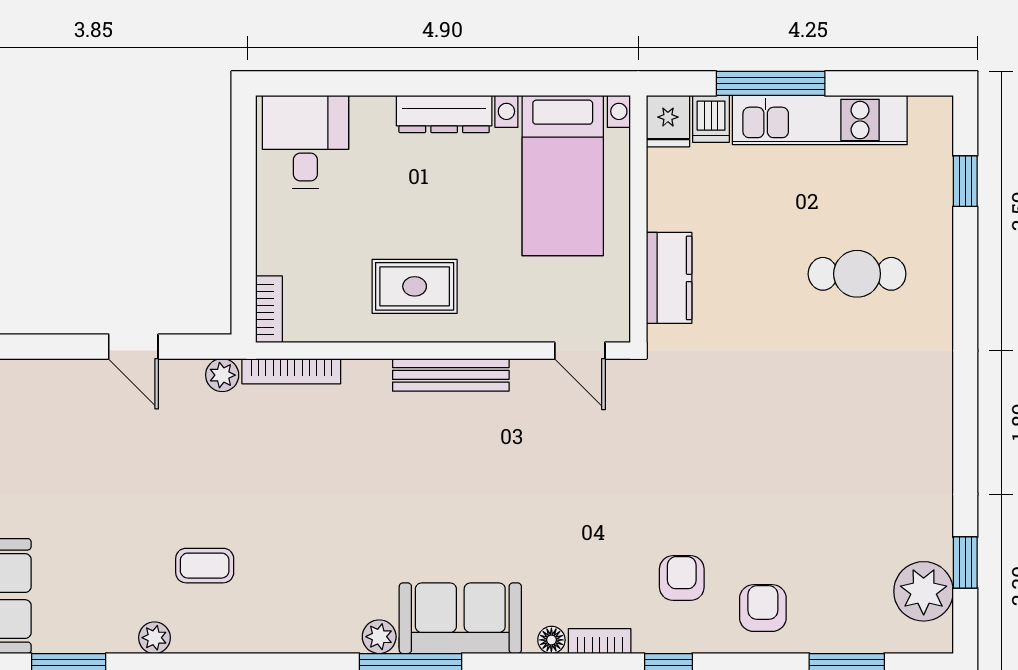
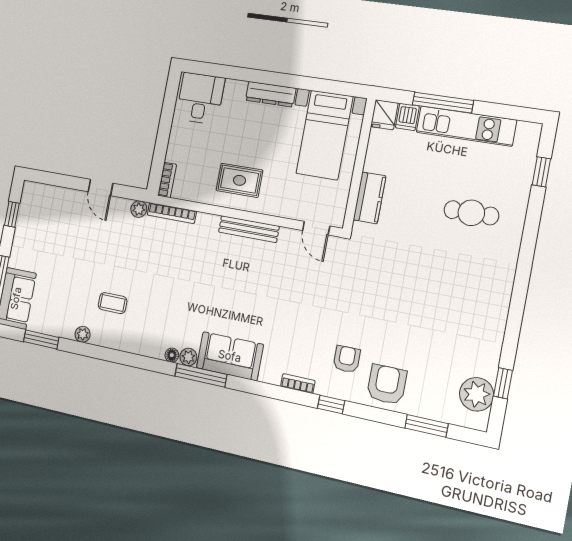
armchair: (763, 608) -> (387, 385), width x1.38, depth x1.38
floor lamp: (551, 640) -> (172, 355), moved

